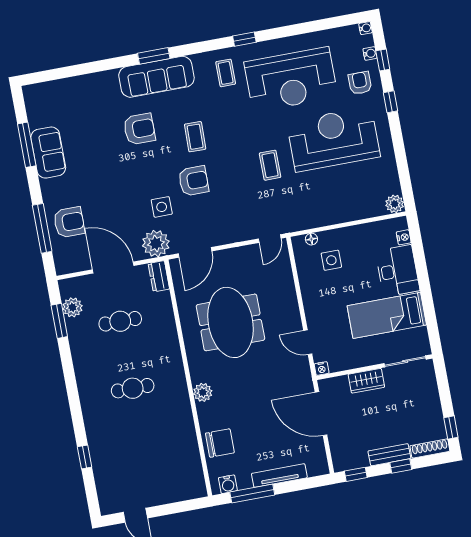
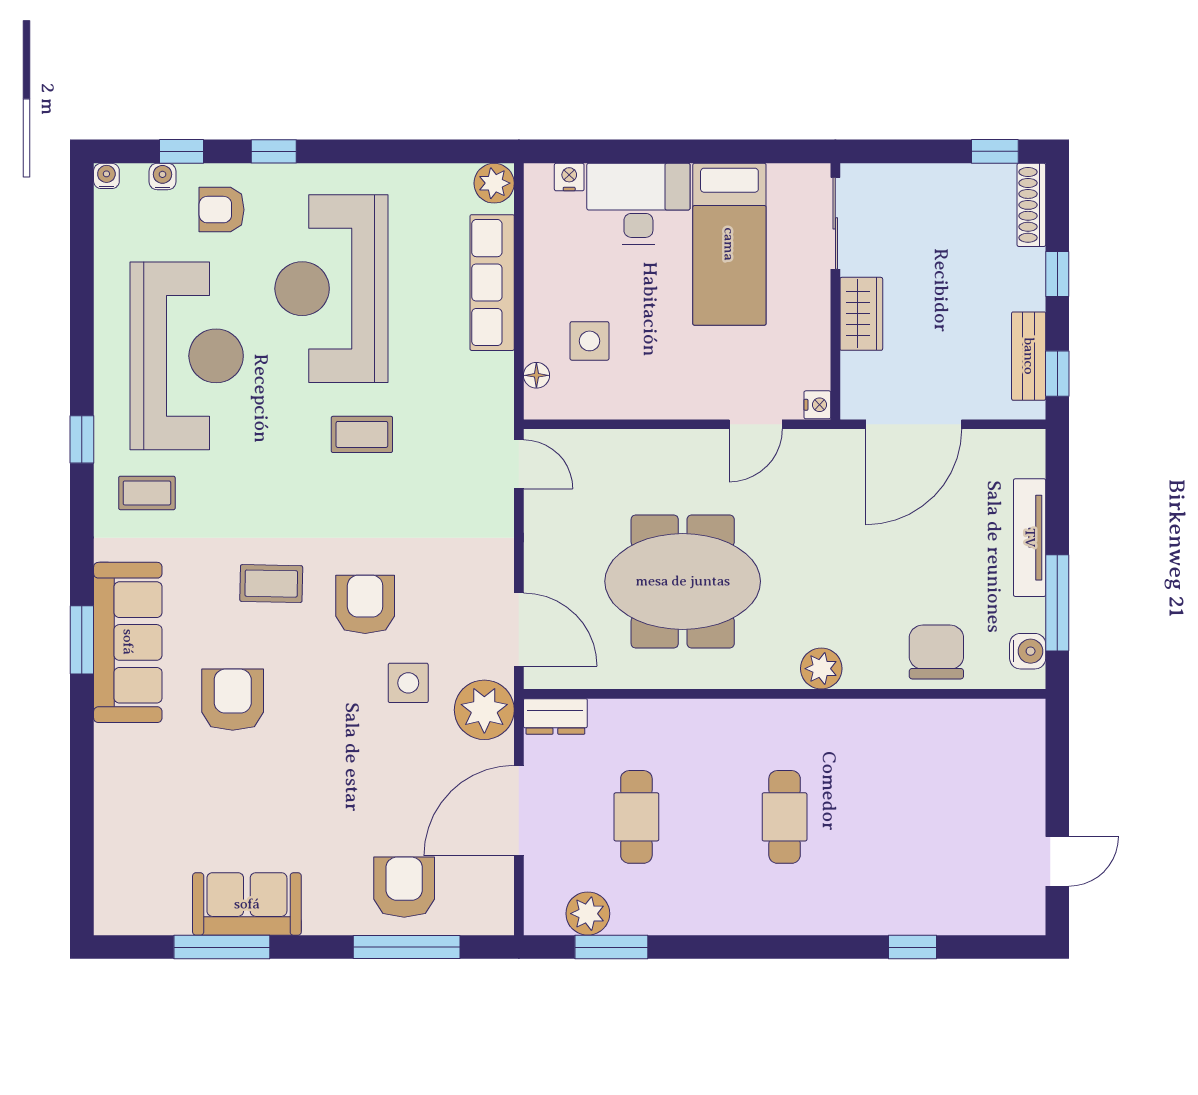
row of seats: (350, 211) -> (492, 283), added
bench: (389, 455) -> (1029, 356), moved

